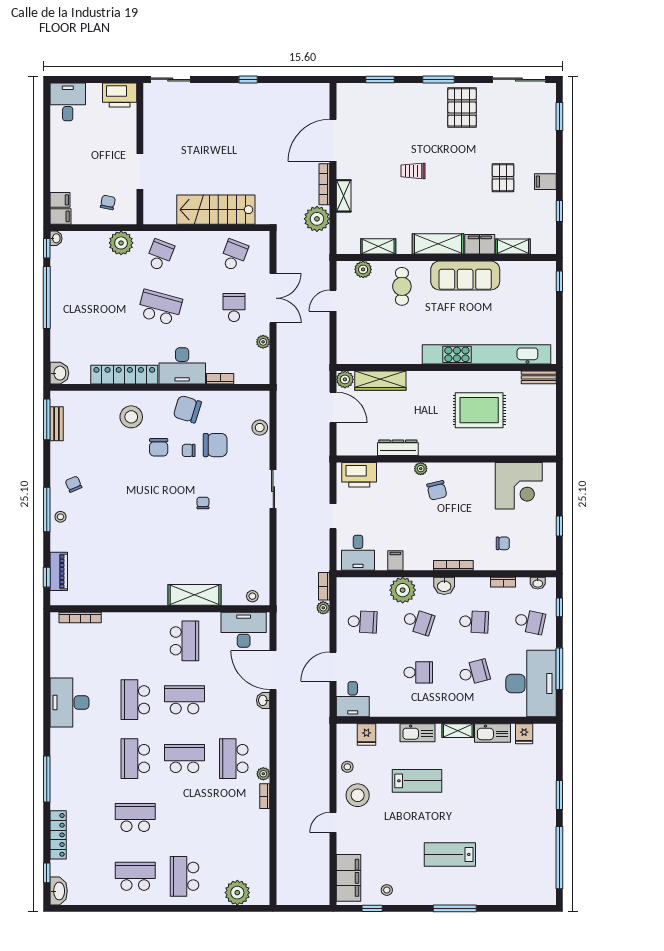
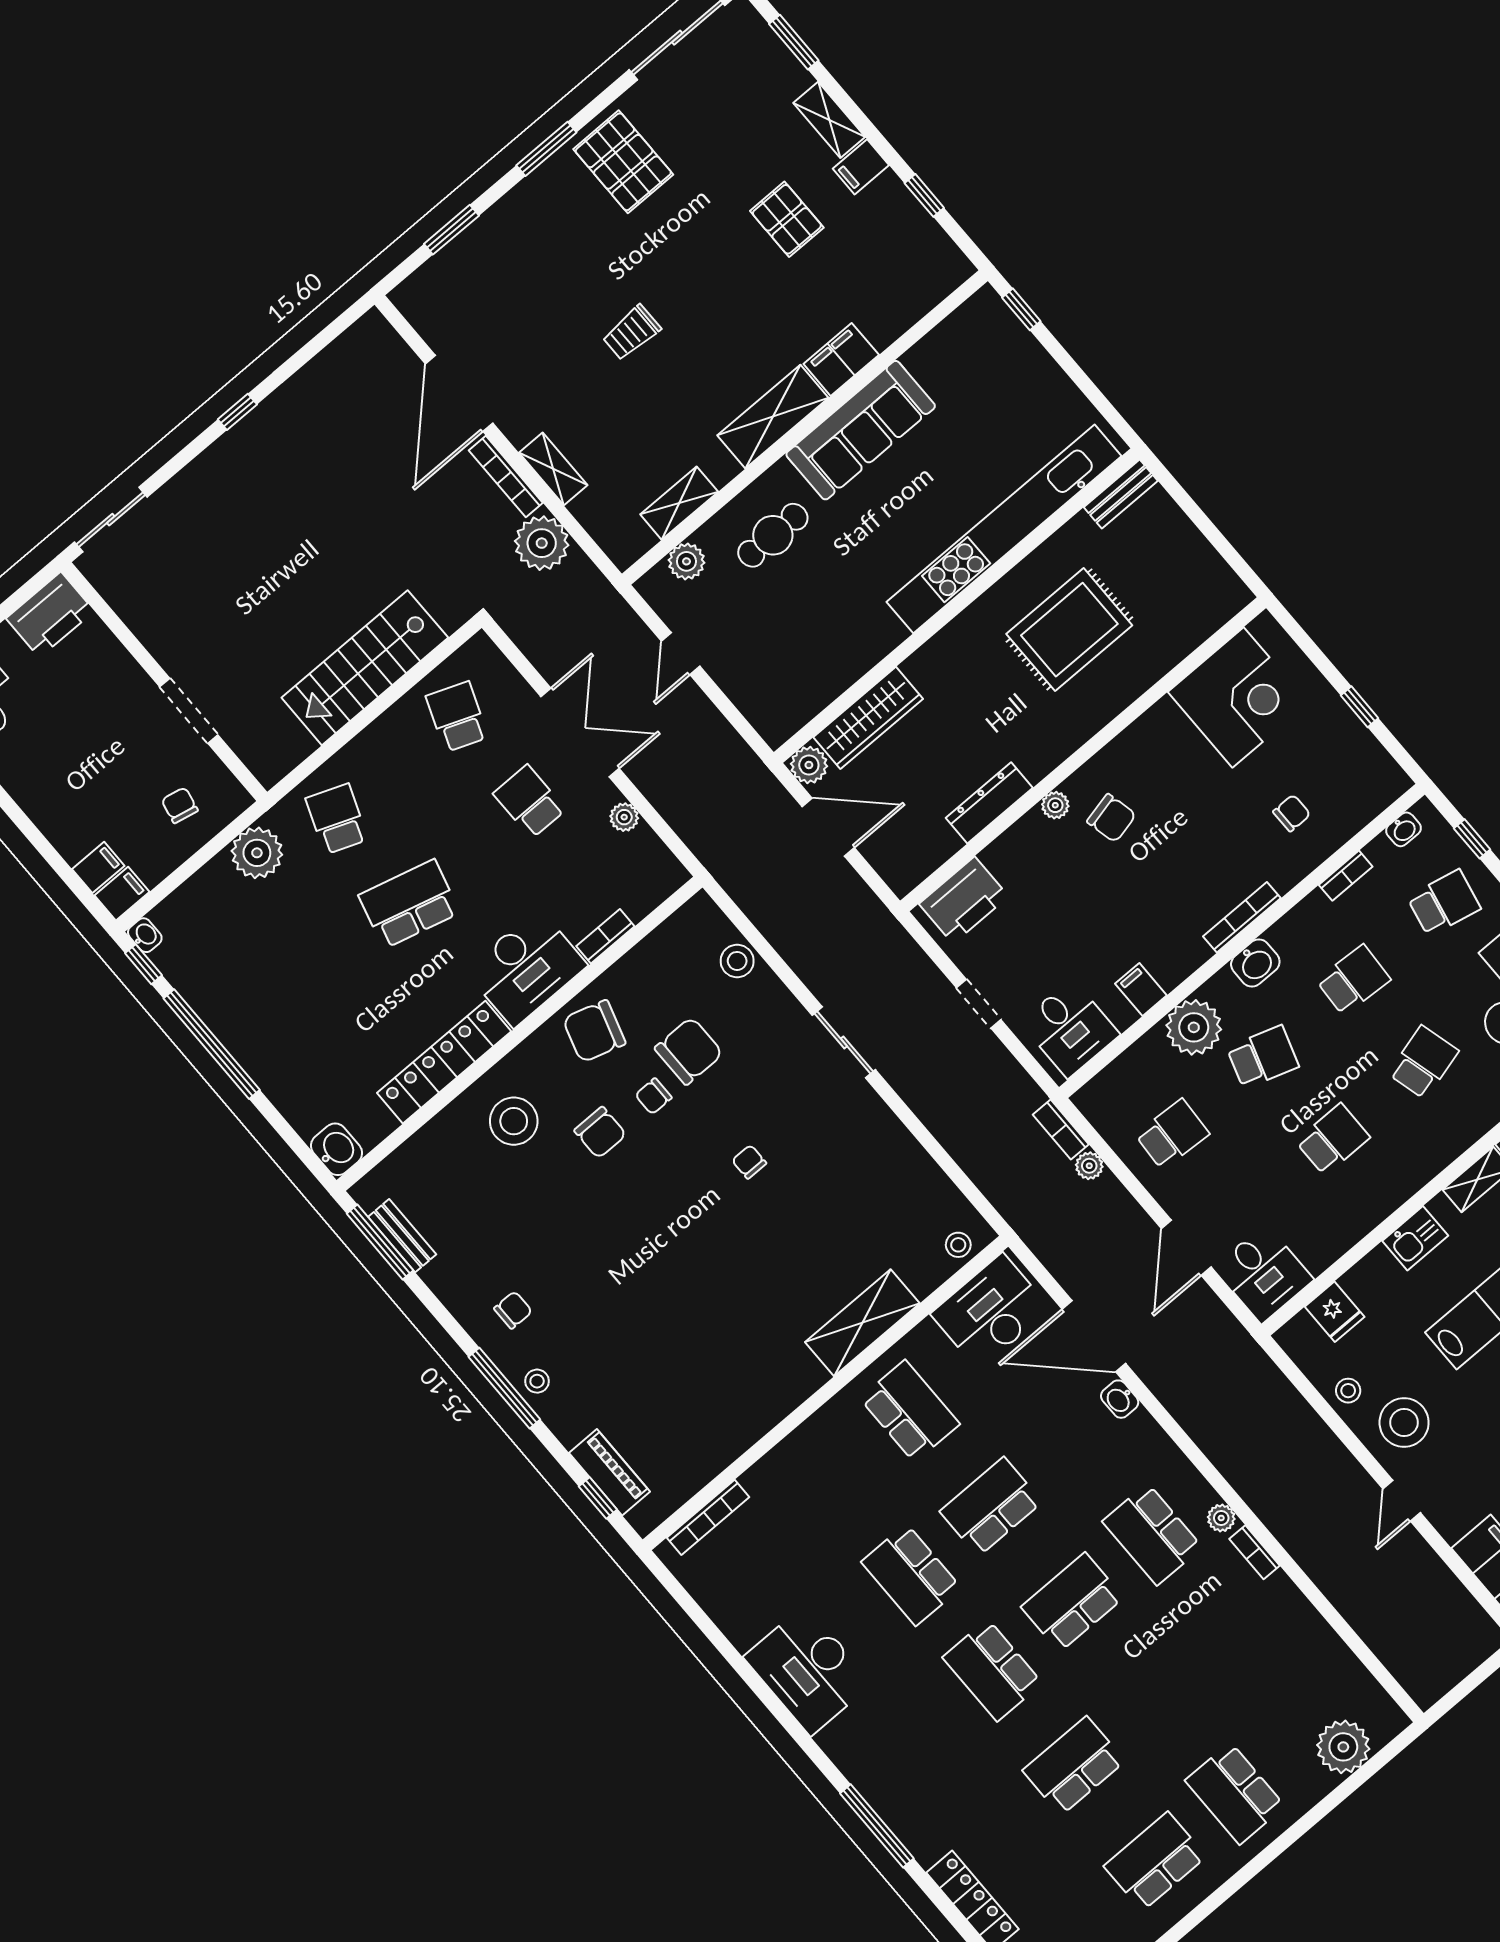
shelving: (513, 247) -> (829, 120), moved, turned 90
cafe table: (402, 286) -> (773, 535), turned 90
chair: (74, 484) -> (513, 1310), turned 113
kitchen sink: (418, 733) -> (1415, 1238), width x0.73

